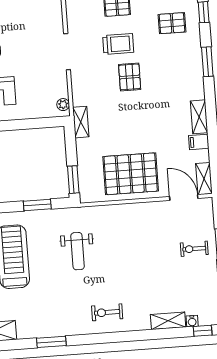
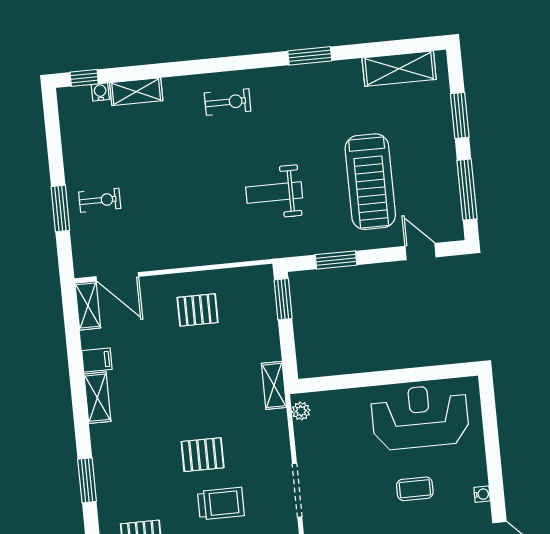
trolley: (118, 44) -> (221, 504), turned 180
pallet: (130, 77) -> (203, 455), turned 90
pallet: (131, 174) -> (198, 310), width x0.49, depth x0.50
weight bench: (78, 251) -> (274, 192), turned -90

